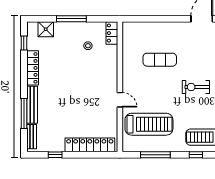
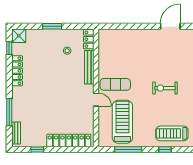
window: (71, 19) -> (52, 26), width x0.69
shower: (46, 29) -> (19, 36), moved
exercise mat: (160, 60) -> (115, 84), moved
bench: (32, 105) -> (89, 67), moved
treadmill: (149, 124) -> (122, 122), turned -90

